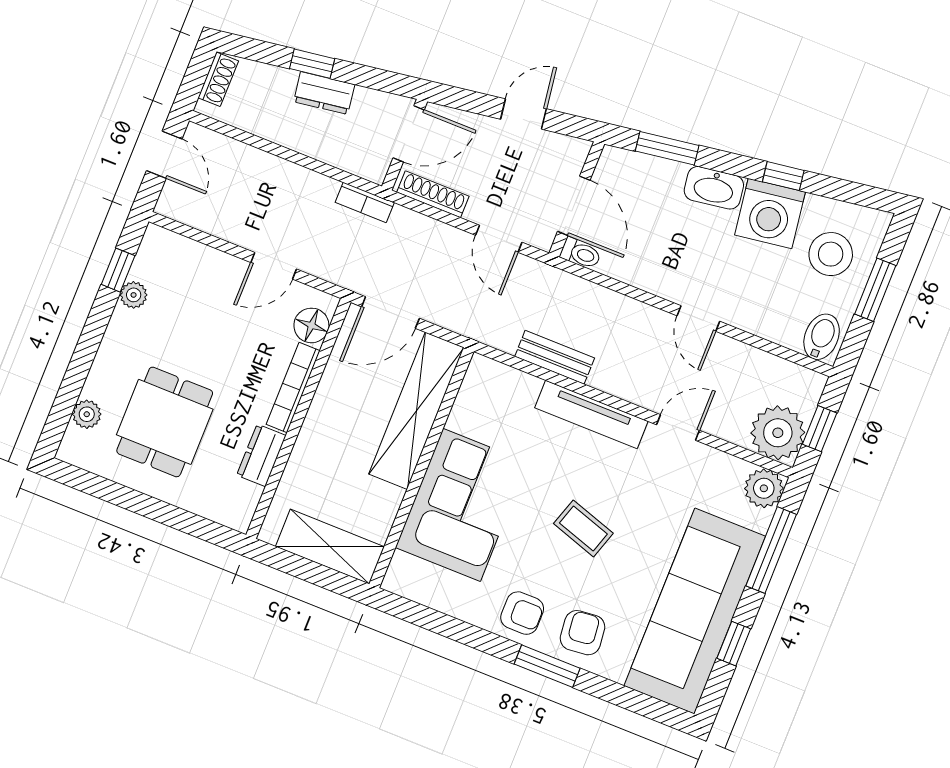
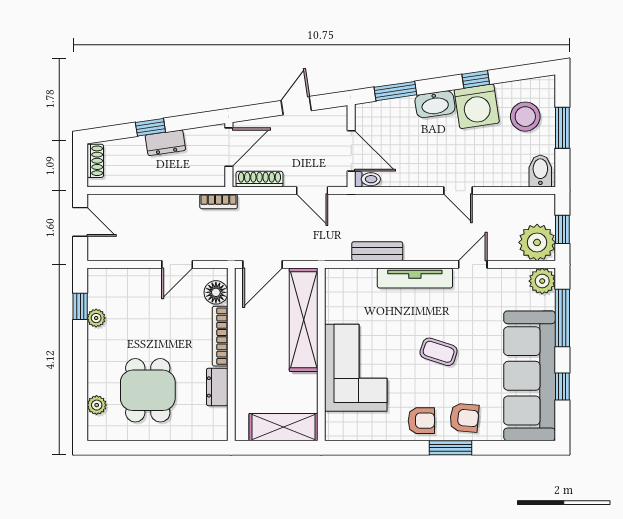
armchair: (583, 633) -> (464, 418), turned 101

